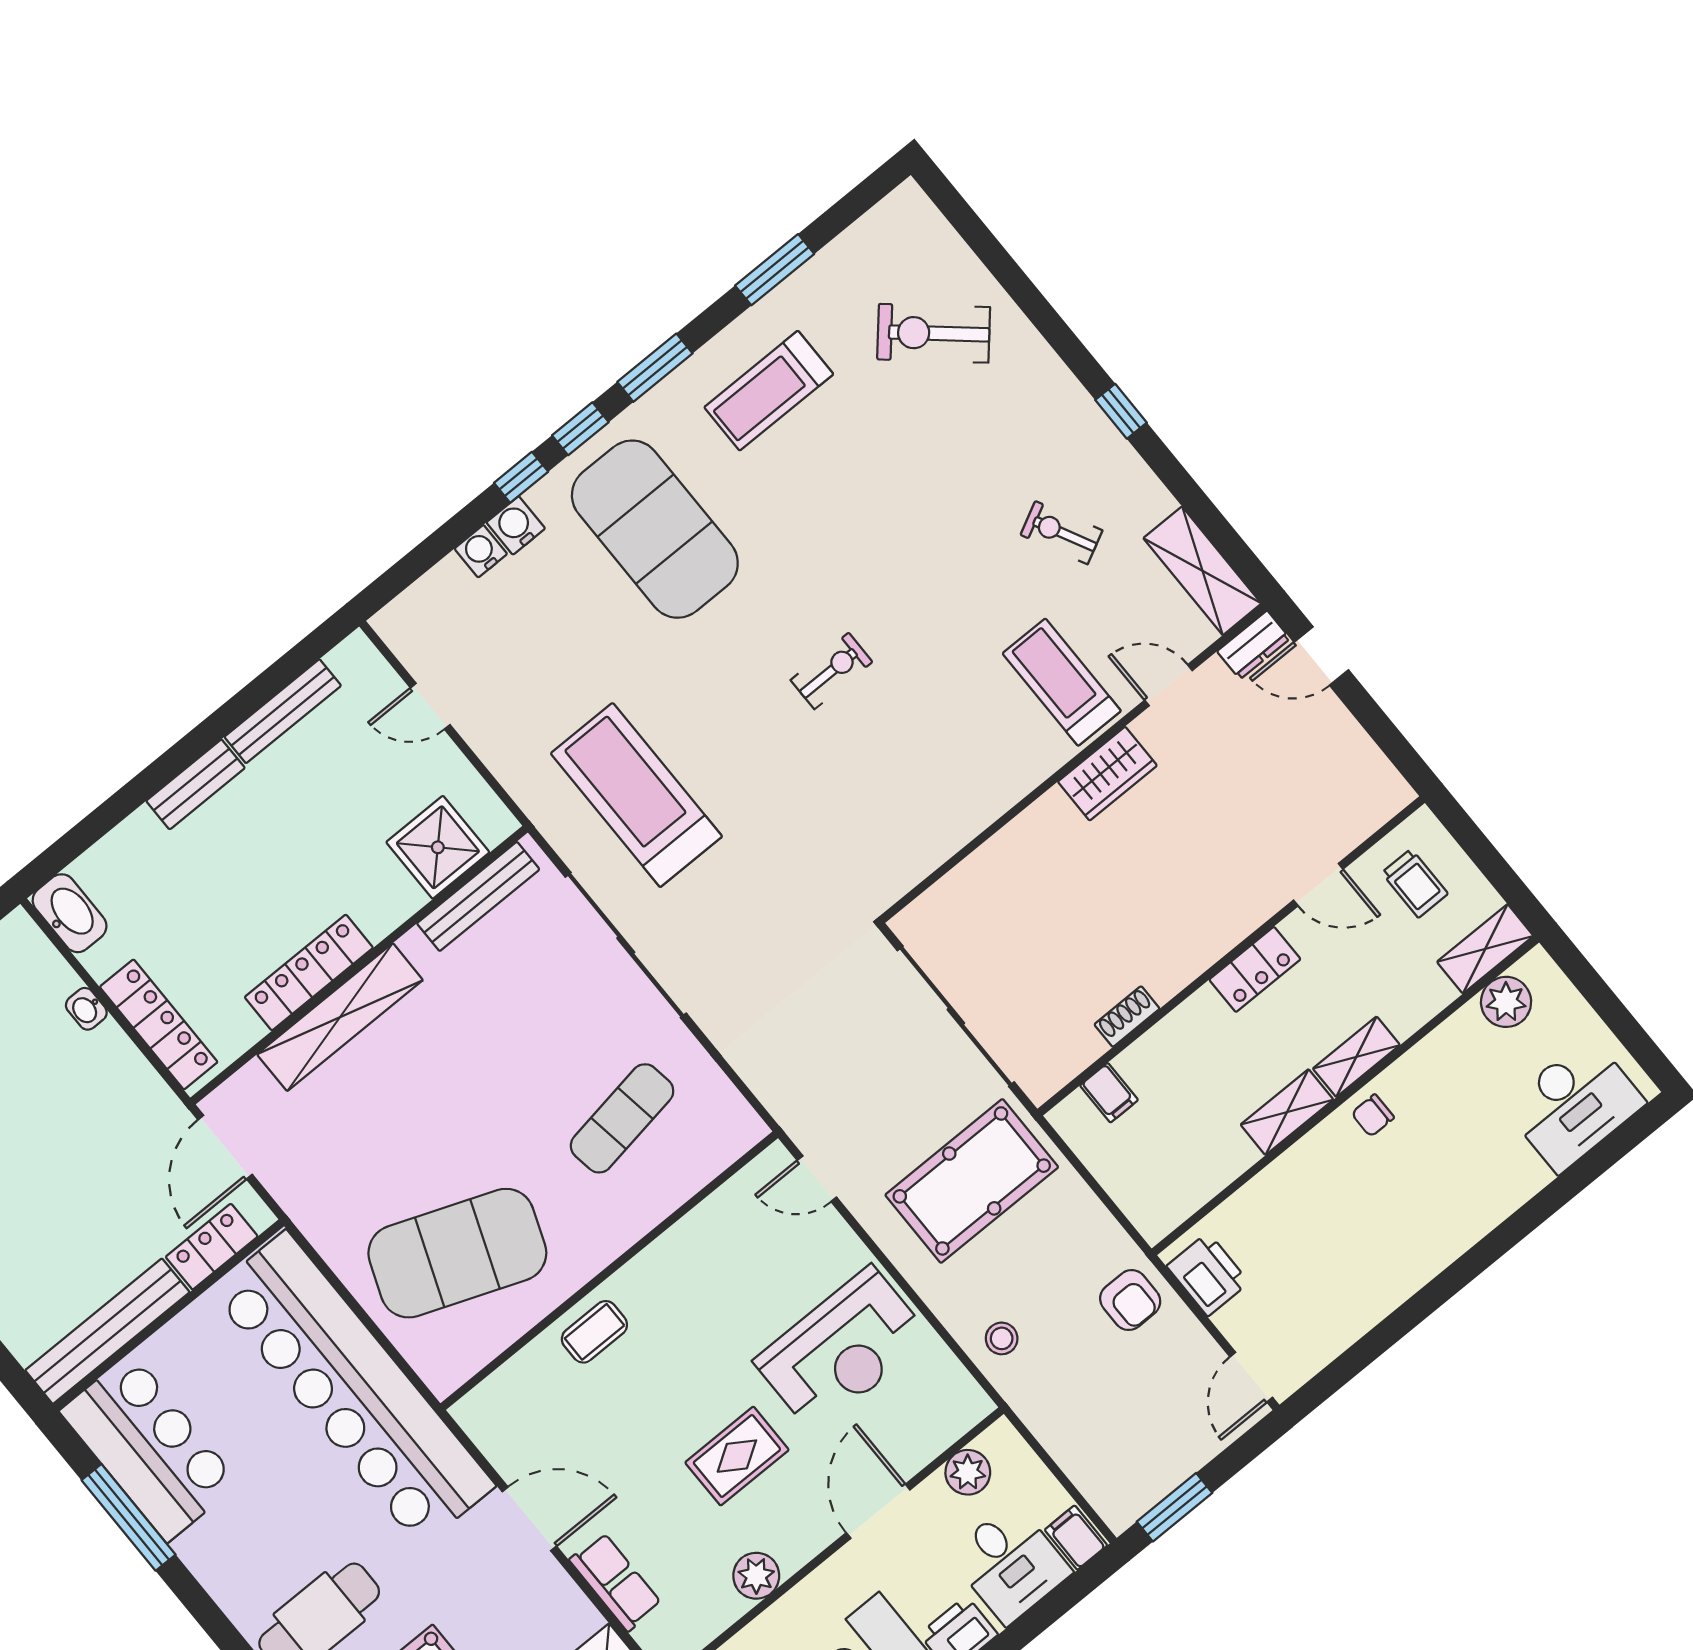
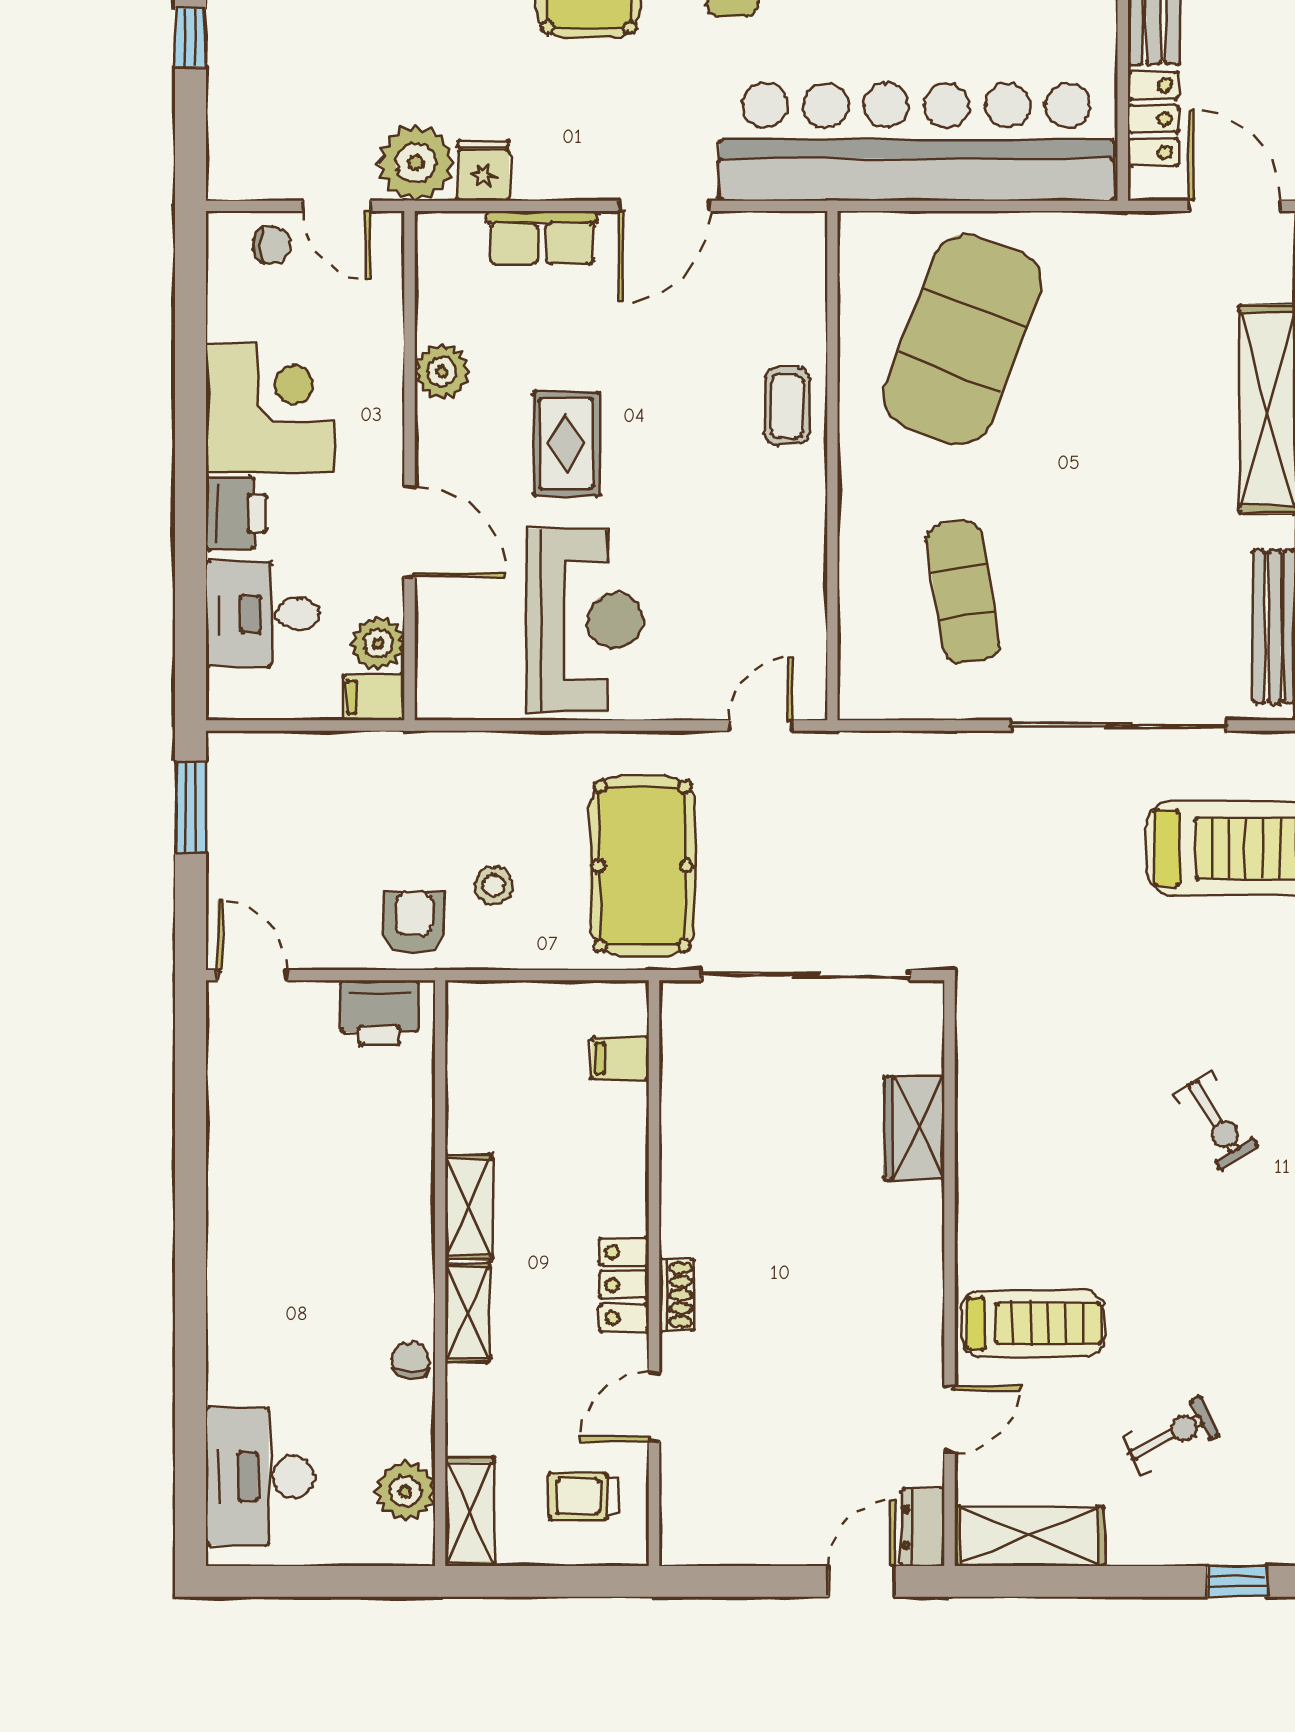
exercise bike: (831, 671) -> (1216, 1120), turned -32
wardrobe: (1107, 774) -> (914, 1128), moved
shoe rack: (1127, 1016) -> (677, 1295), moved
chair: (1373, 1115) -> (411, 1360), moved
armchair: (1130, 1300) -> (414, 922), turned 90
stool: (1002, 1338) -> (494, 885), moved
reception desk: (842, 1349) -> (585, 621), turned 180
filing cabinet: (1076, 1538) -> (374, 697), moved, turned 180

